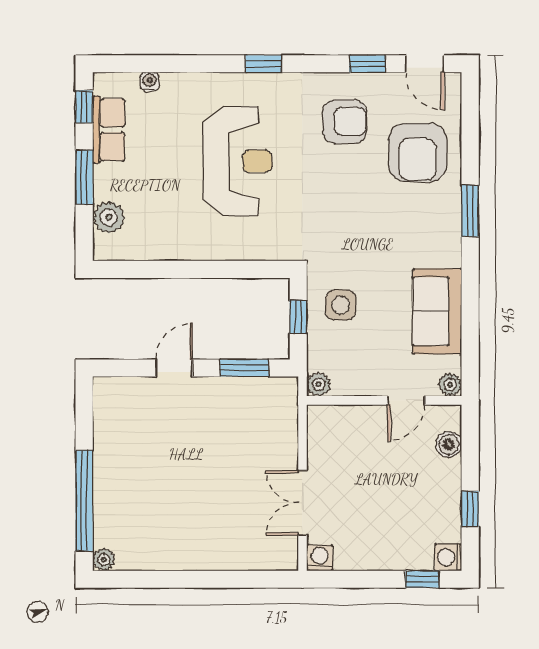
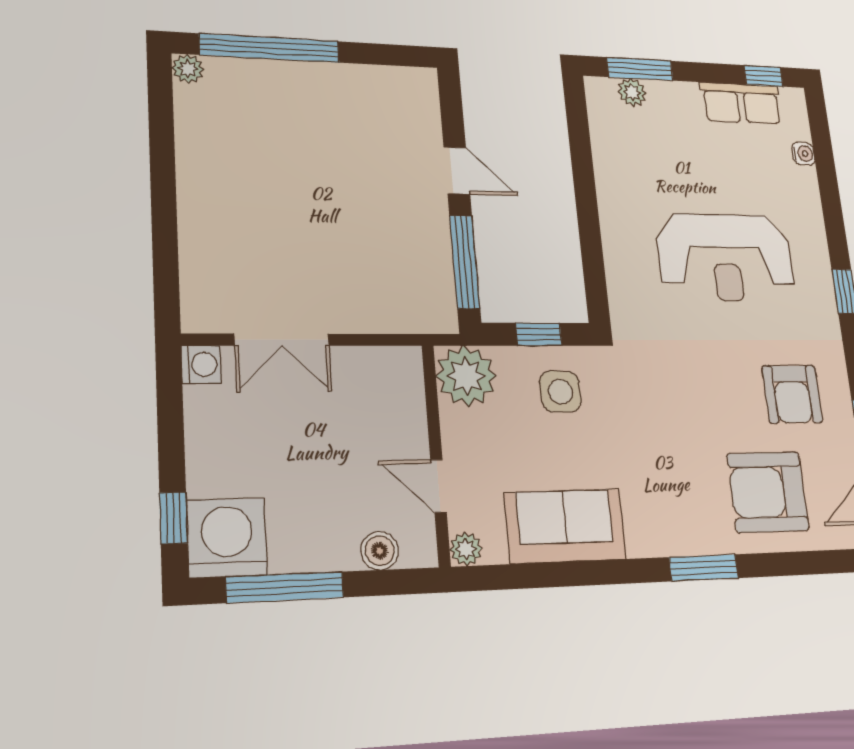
window: (84, 177) -> (640, 69), moved
plant: (109, 217) -> (632, 92), width x0.73, depth x0.73
window: (244, 368) -> (465, 262), width x1.44
plant: (319, 384) -> (466, 376), width x1.88, depth x1.88
double door: (302, 503) -> (282, 340), swing flipped
window: (470, 509) -> (285, 587), width x2.17
washing machine: (448, 557) -> (227, 538), width x1.89, depth x1.89

